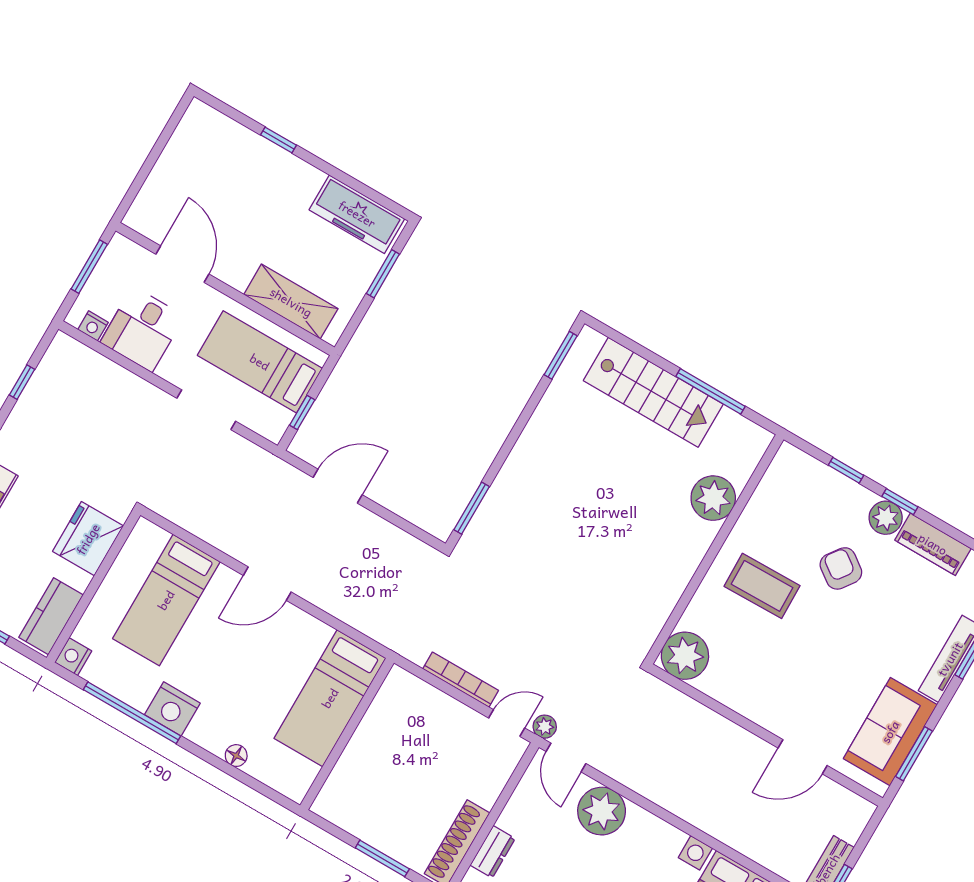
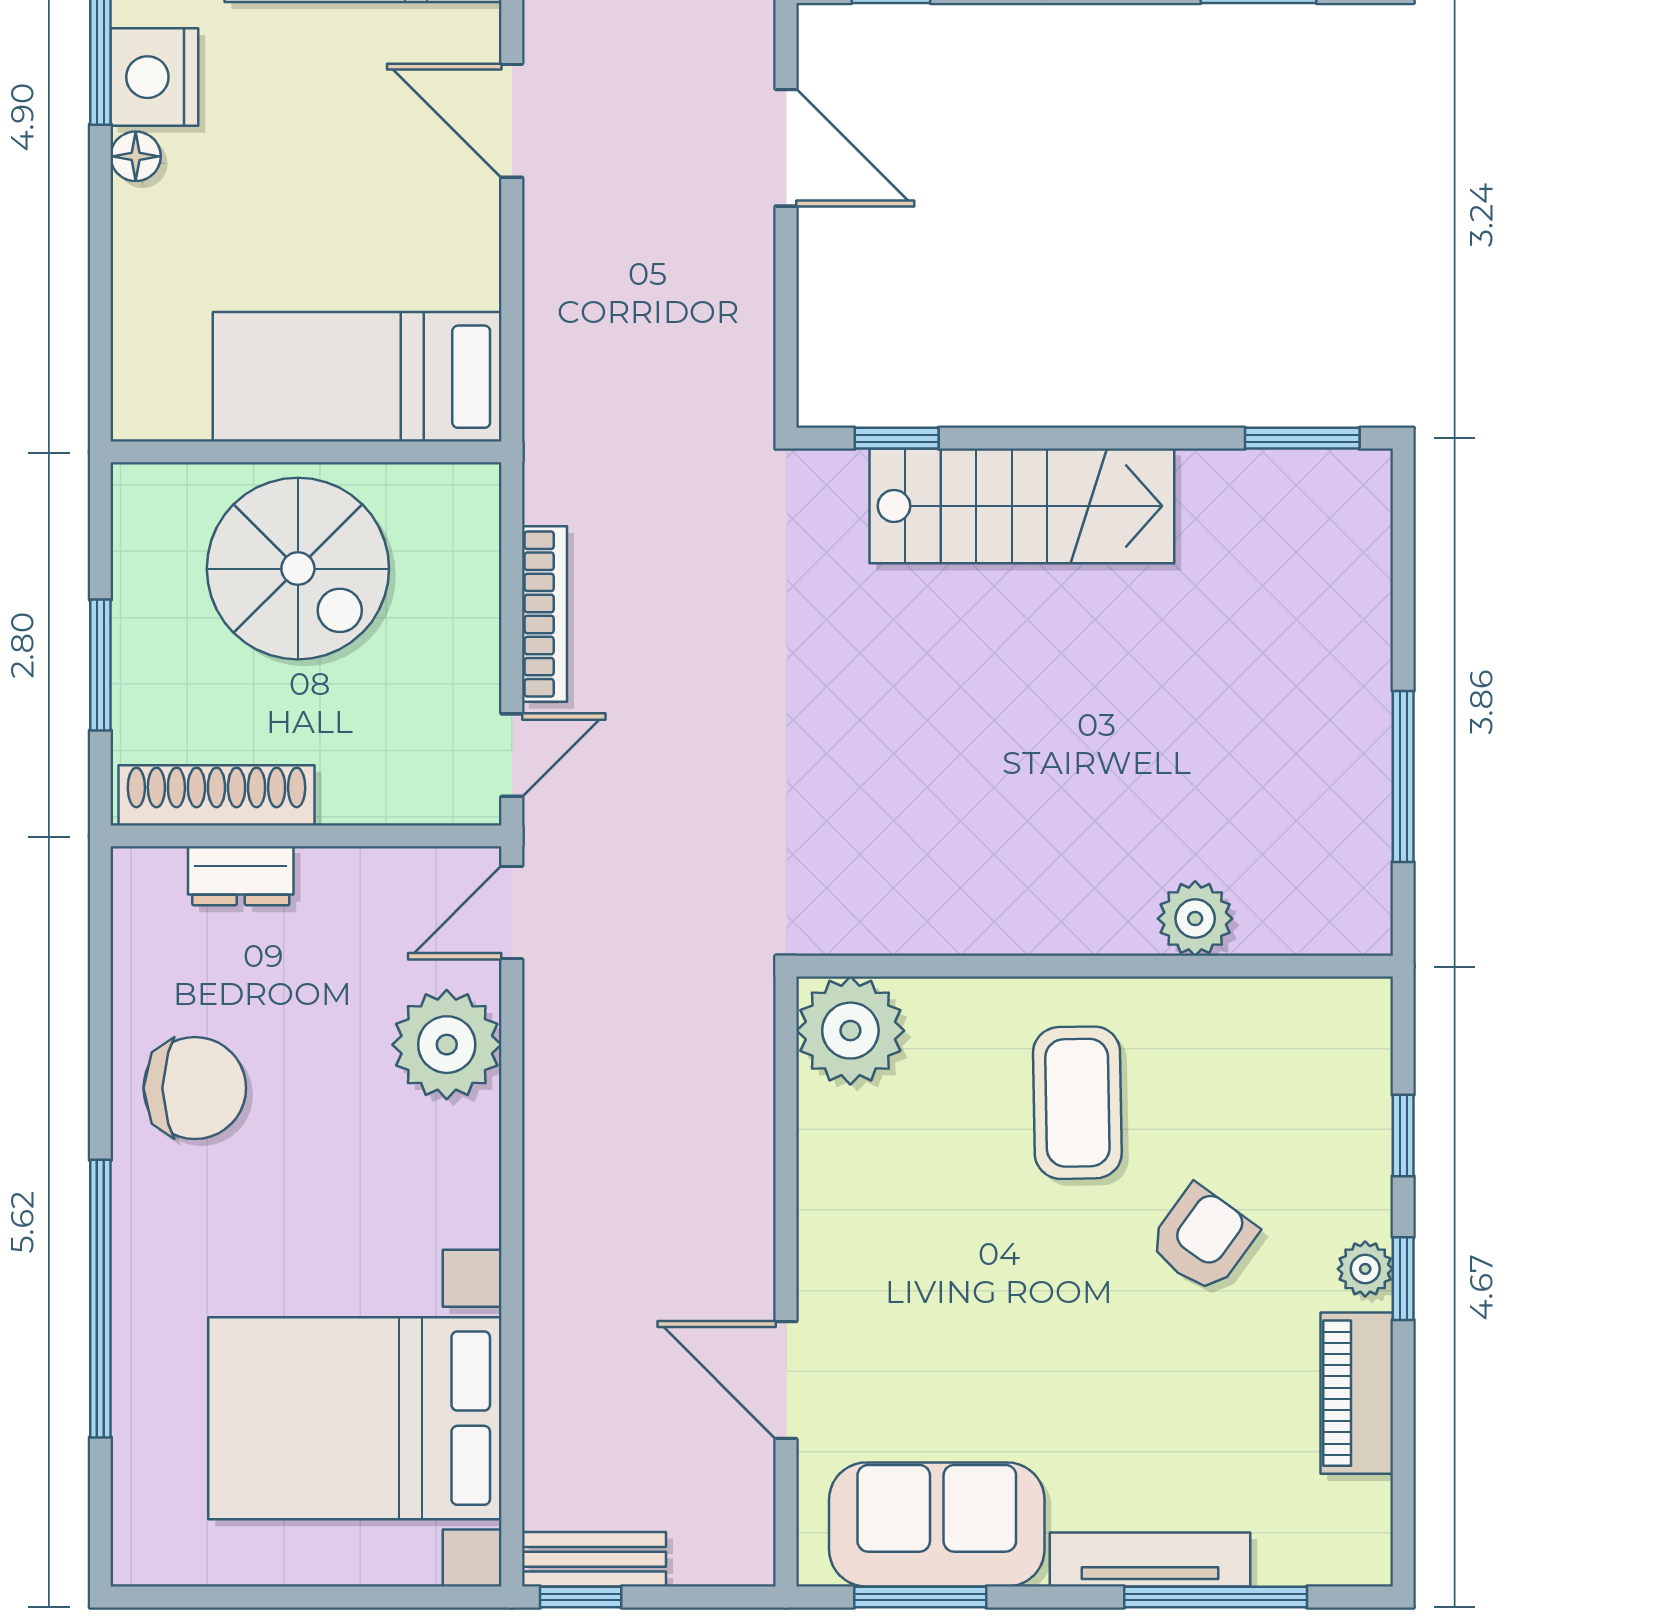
stairs: (653, 392) -> (1022, 506), moved, turned -90
plant: (713, 498) -> (1195, 919), width x0.73, depth x0.73
window: (472, 508) -> (897, 438), width x0.67
plant: (886, 518) -> (1365, 1269), width x0.73, depth x0.73
door: (507, 723) -> (512, 755), hinge flipped
plant: (545, 727) -> (549, 835), removed
floor lamp: (236, 756) -> (136, 156), moved
spiral stairs: (389, 763) -> (298, 569), added

